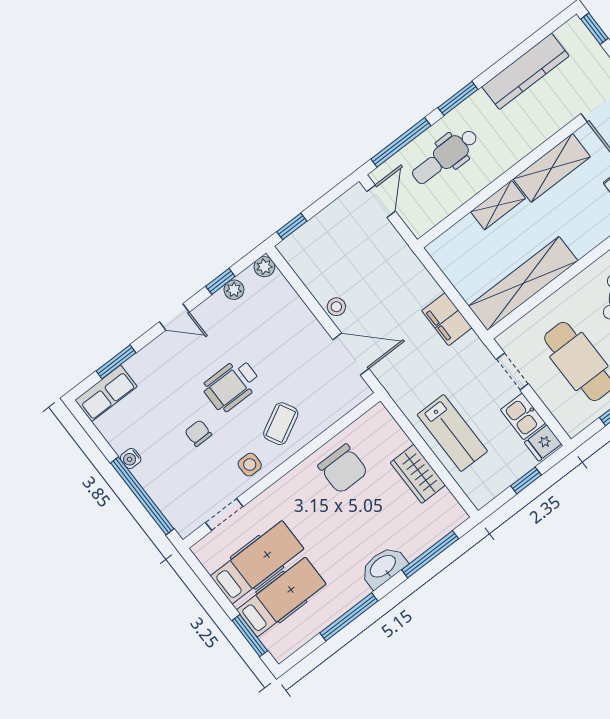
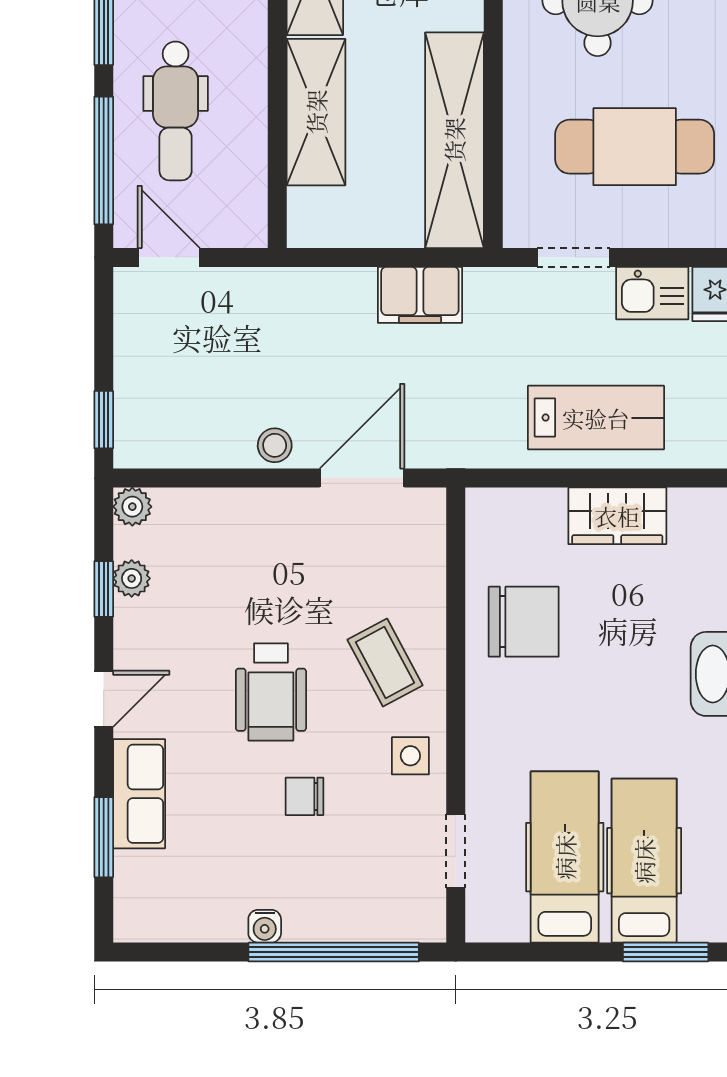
shelving: (498, 205) -> (316, 112), width x1.50, depth x1.33
row of seats: (106, 393) -> (139, 794), moved

